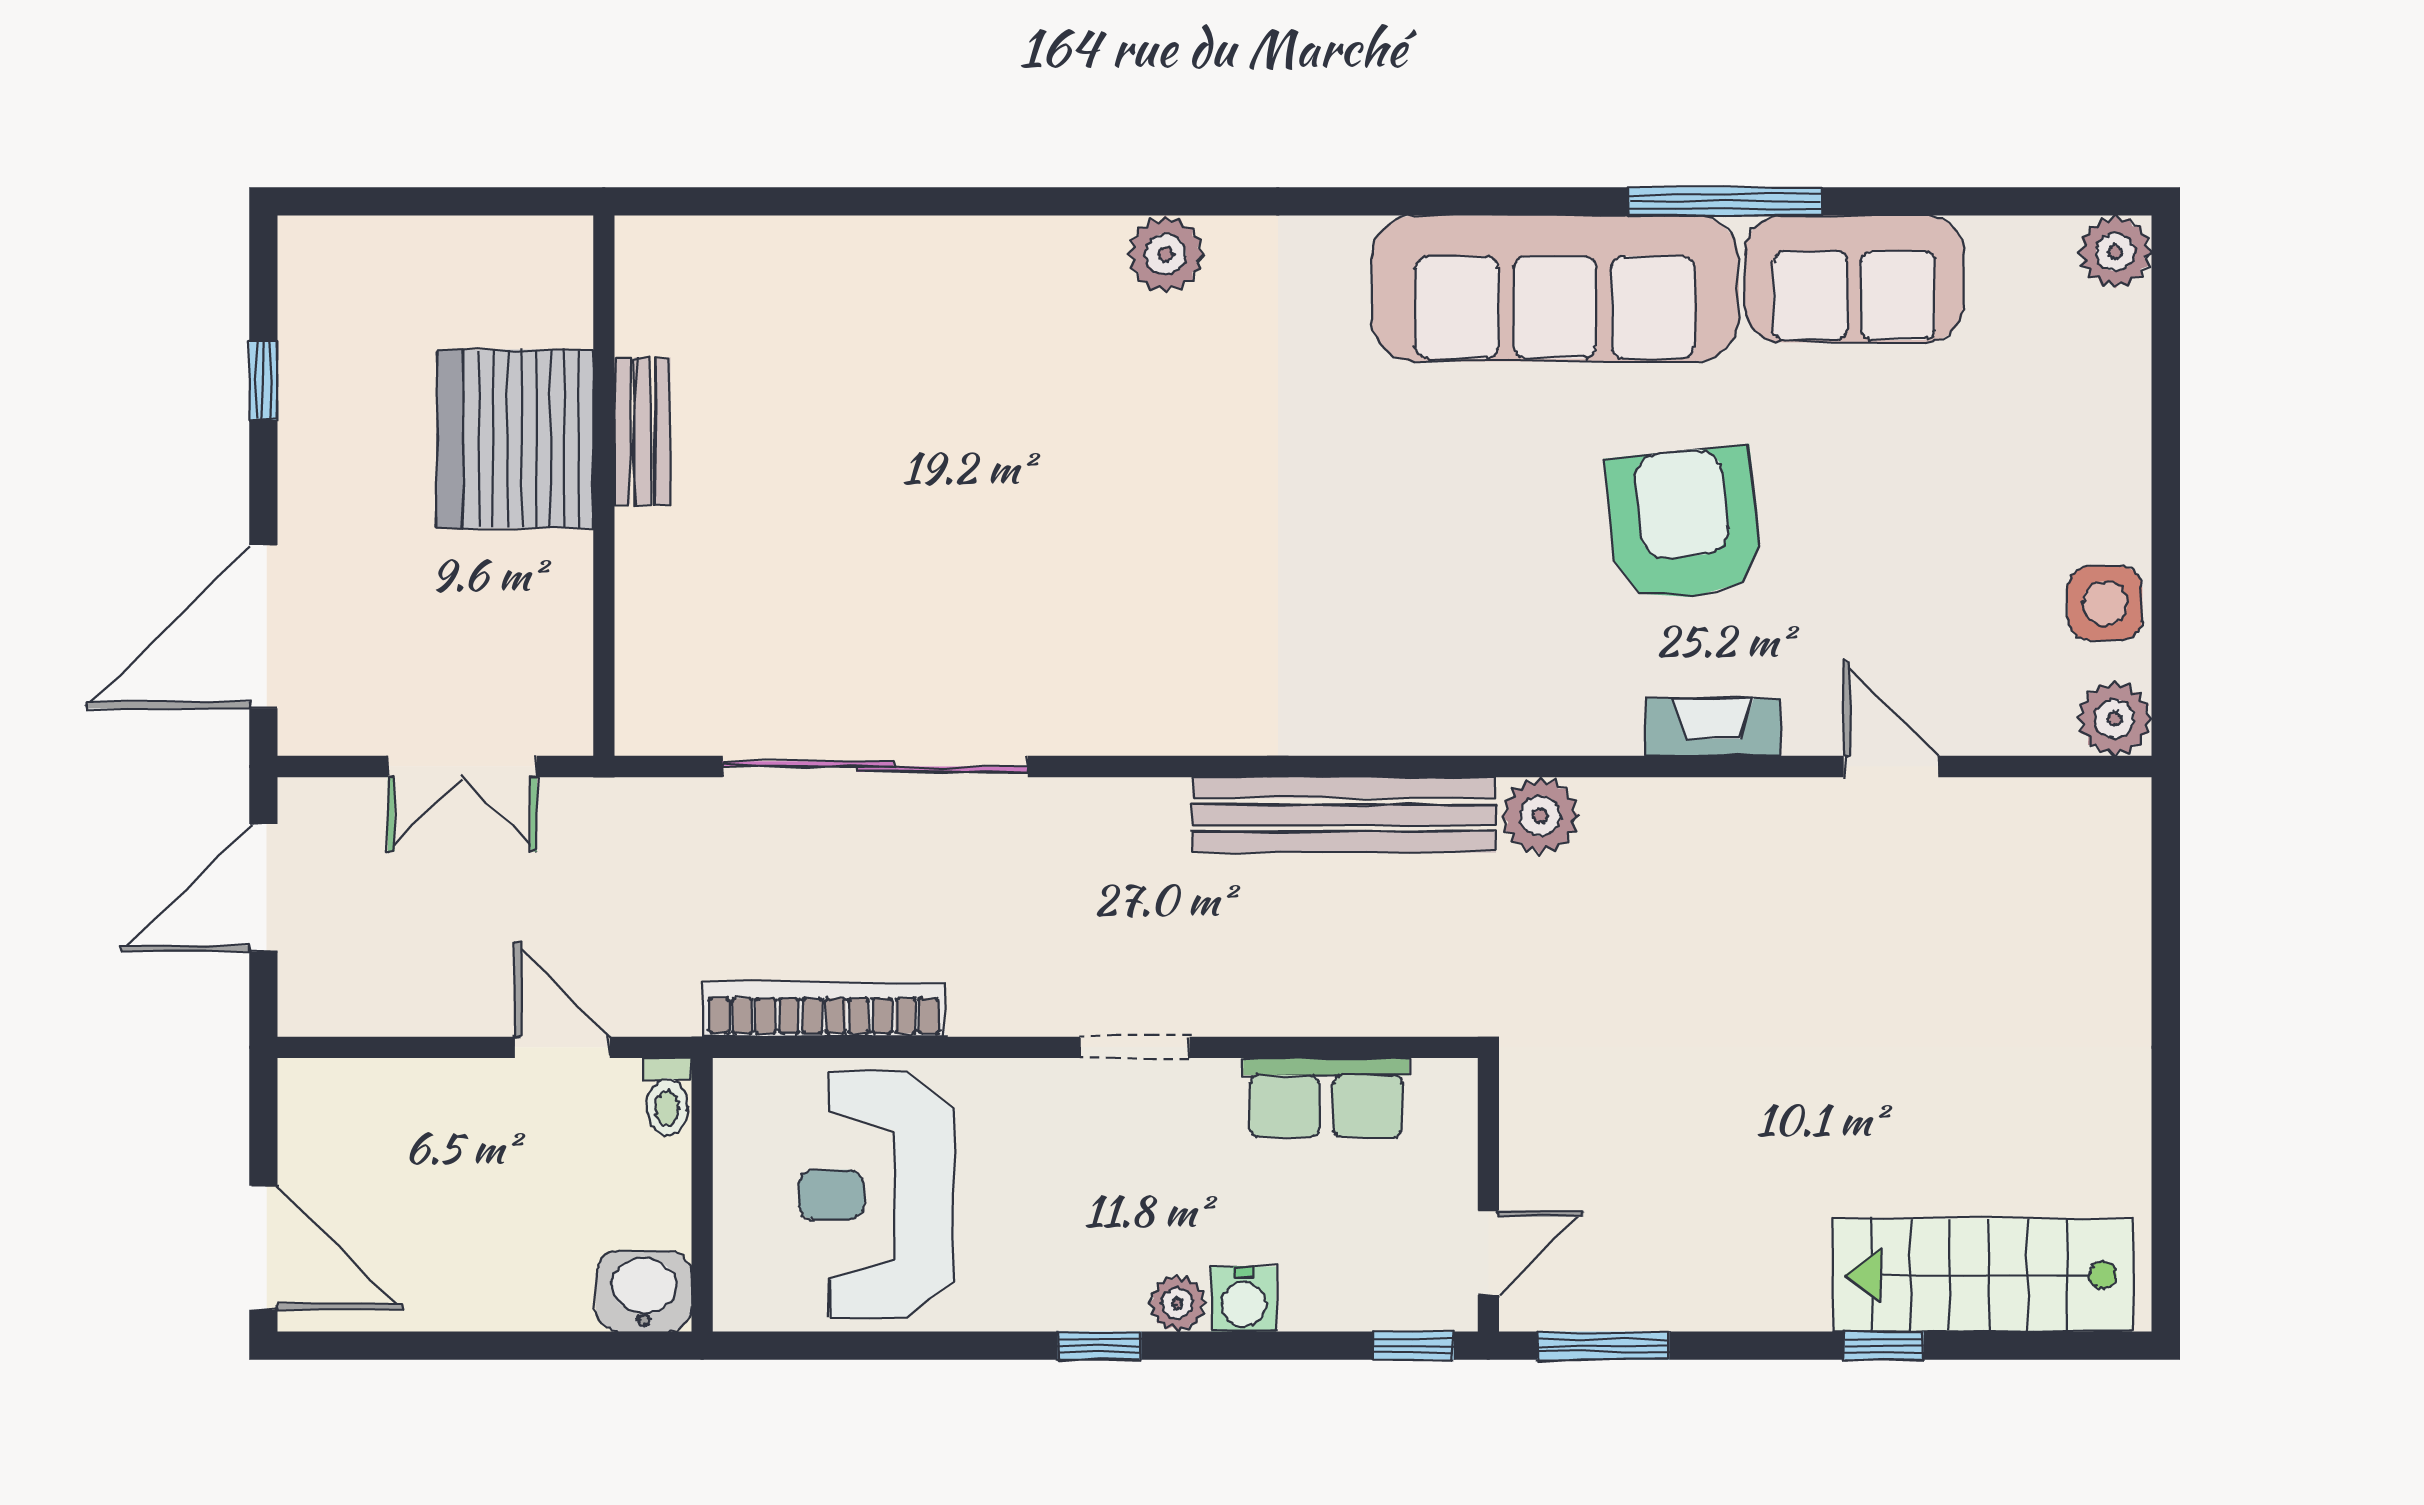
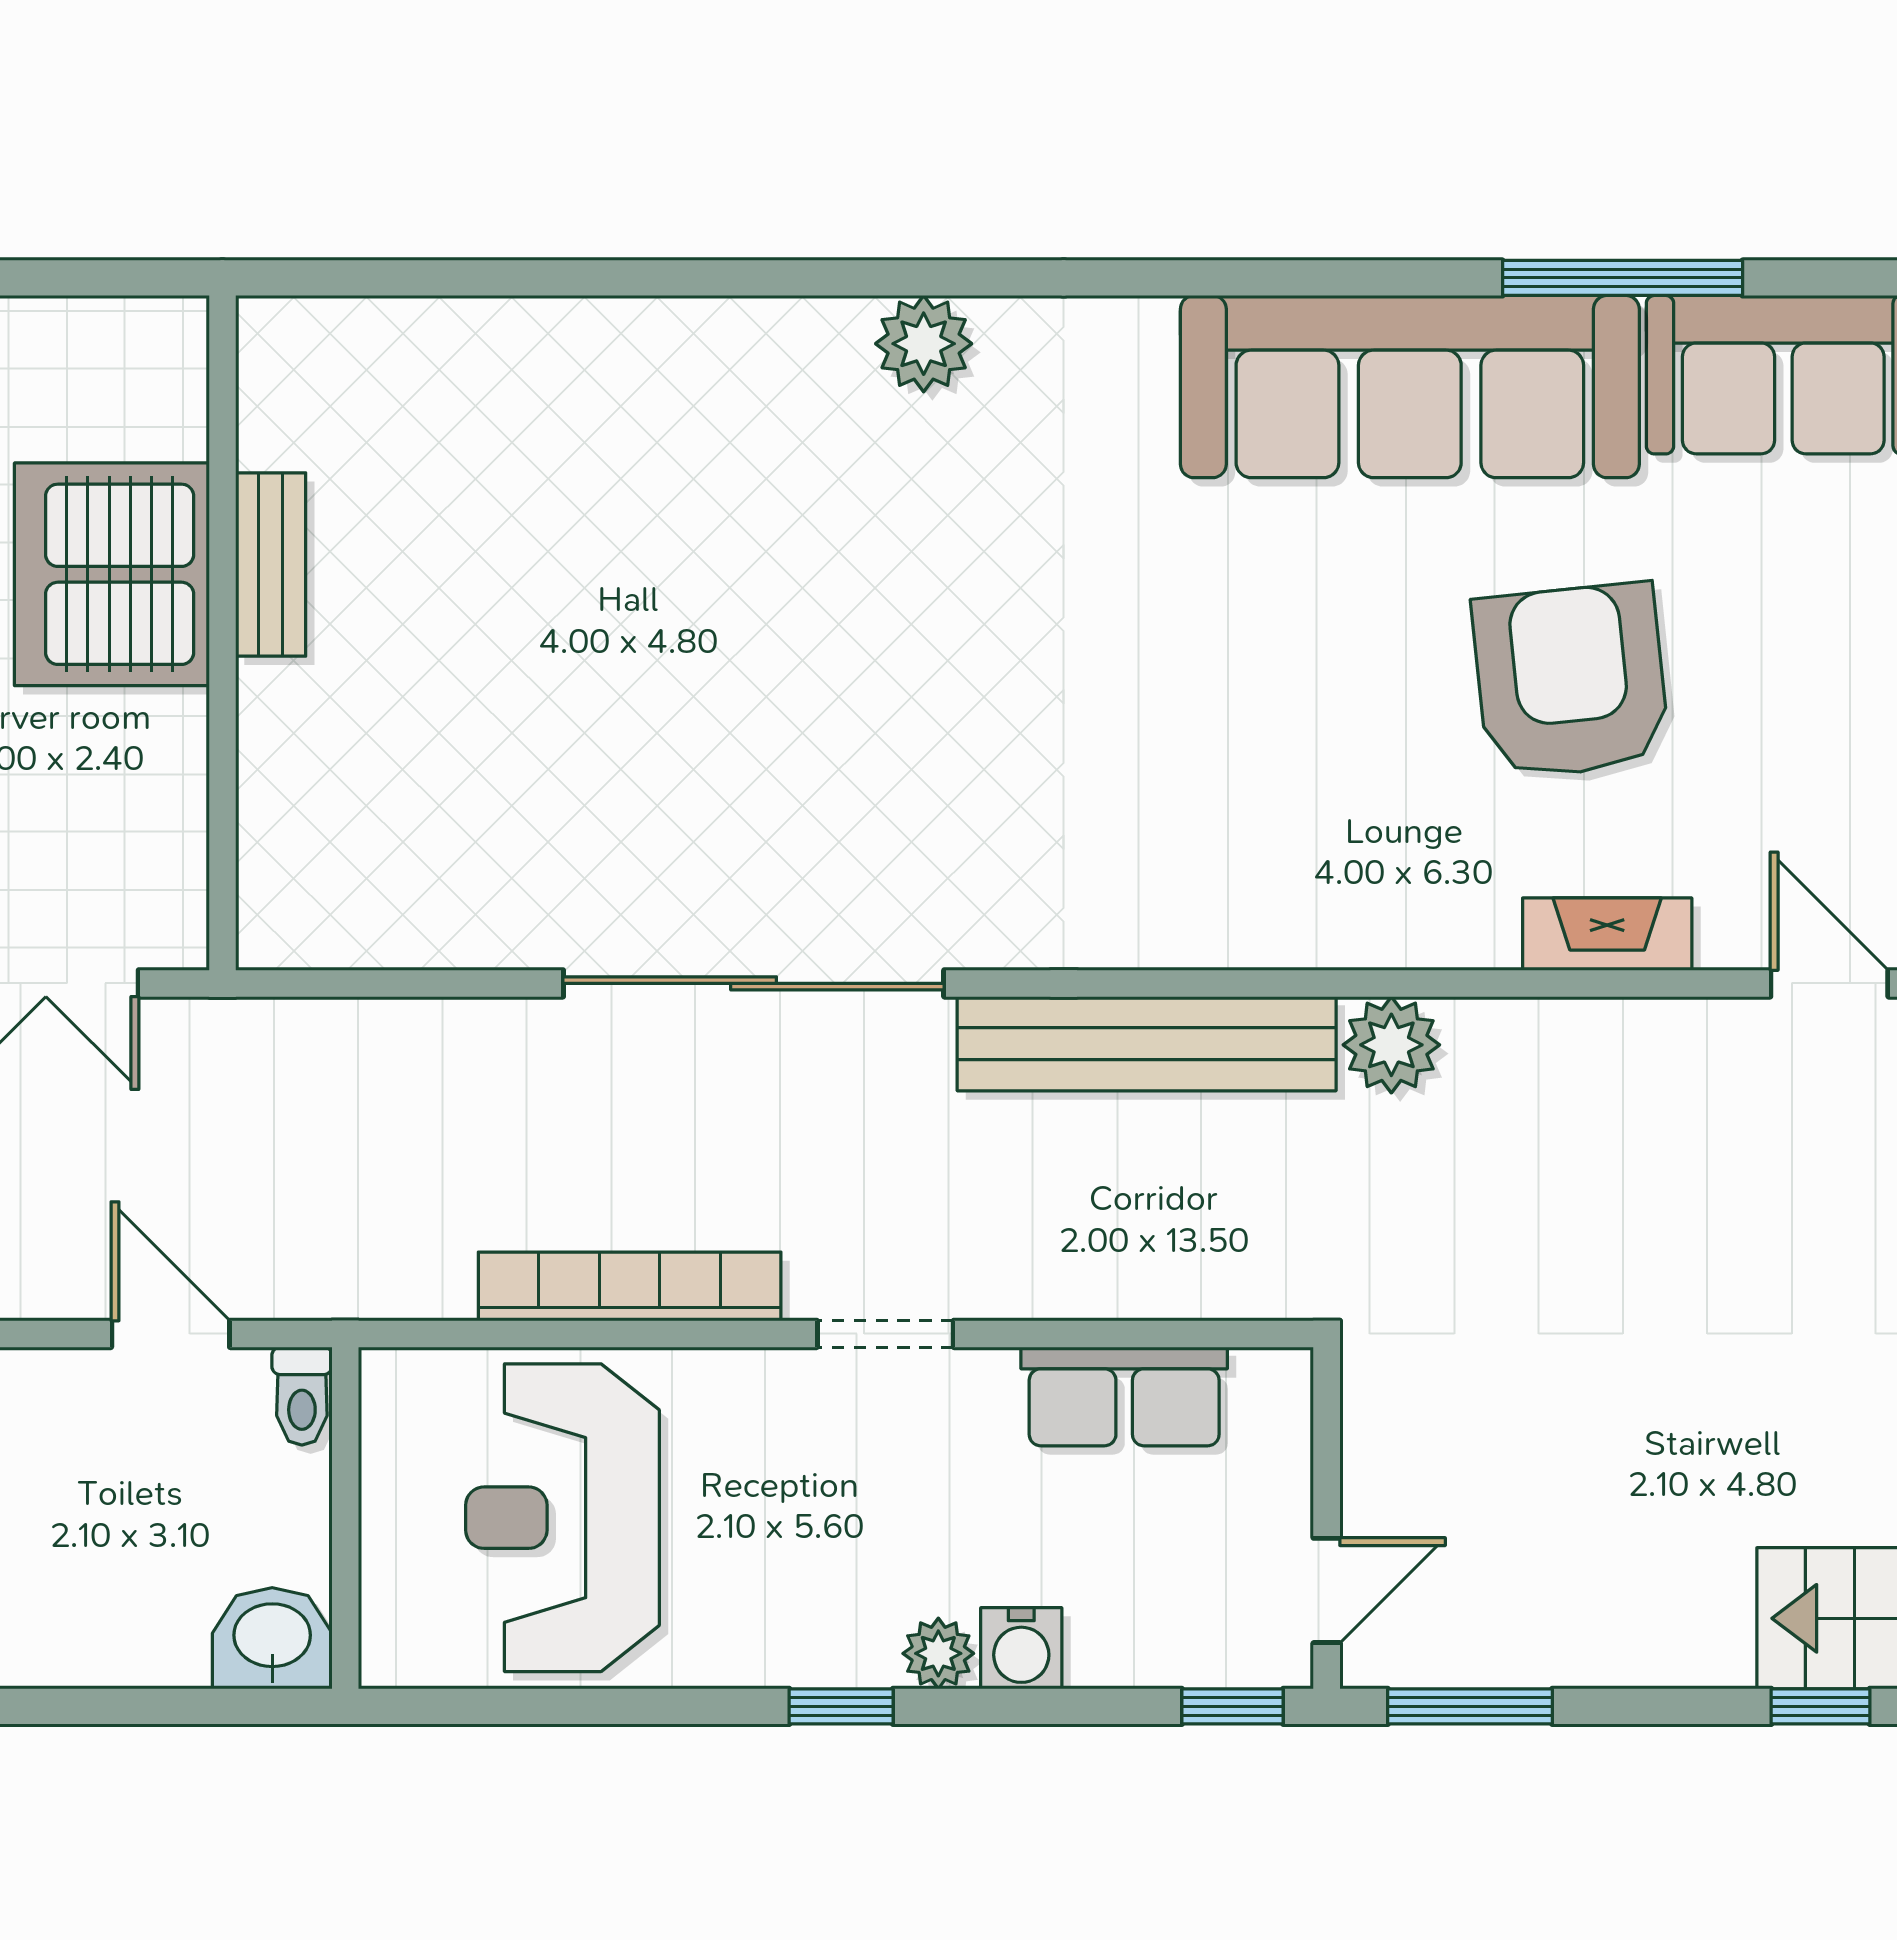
sliding door: (875, 767) -> (754, 983), moved
bookcase: (824, 1009) -> (630, 1286), moved

